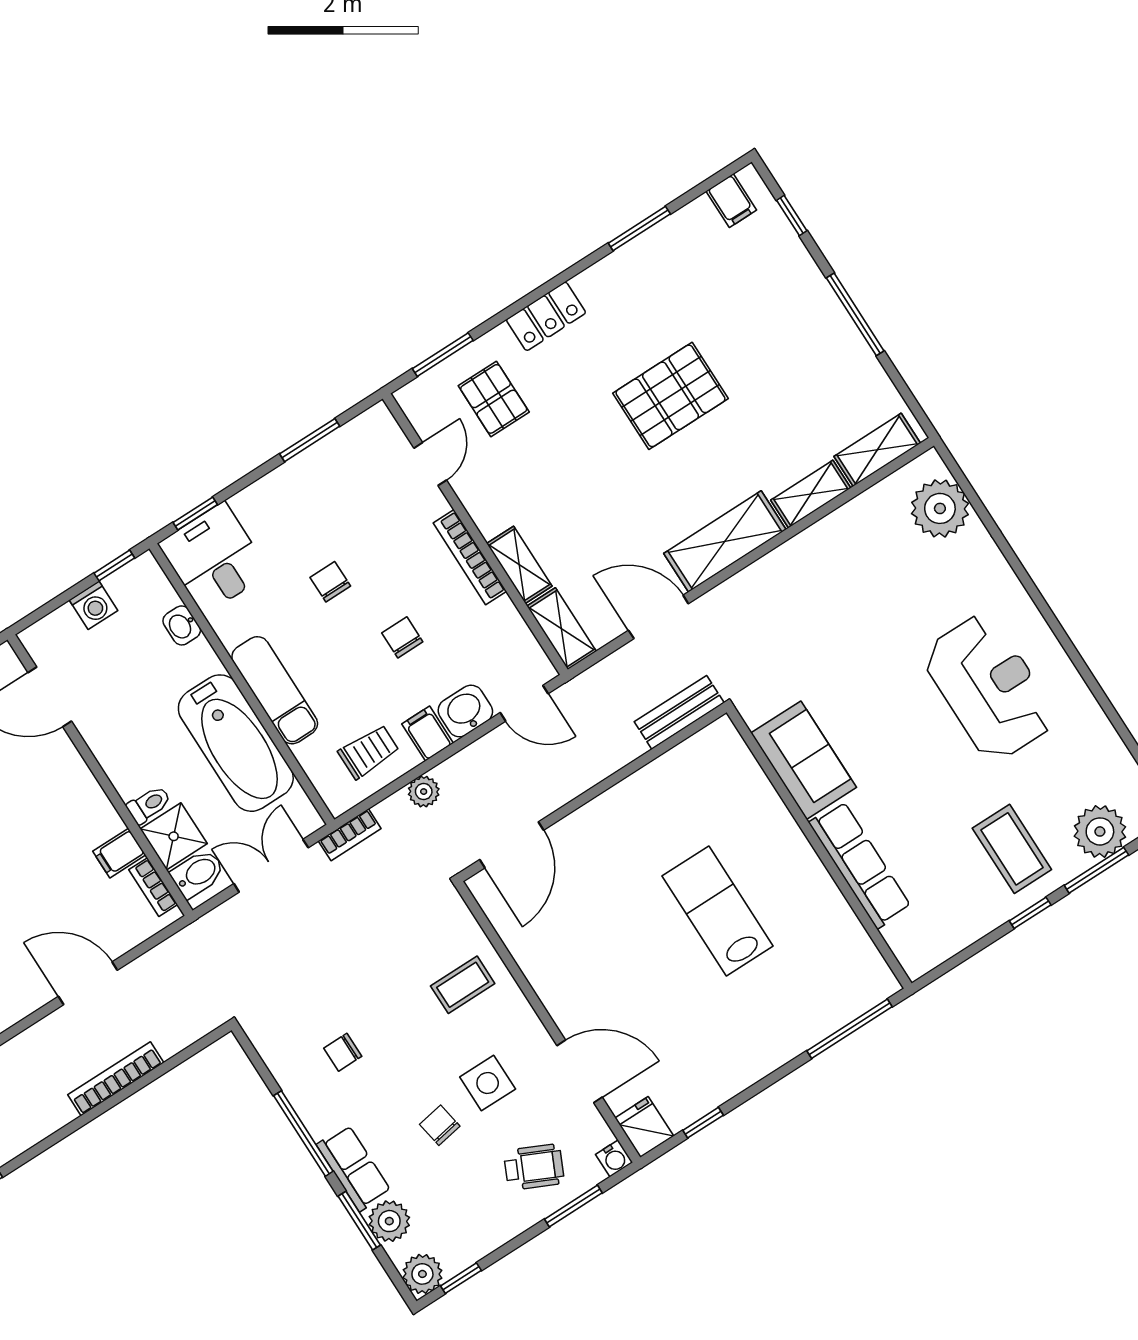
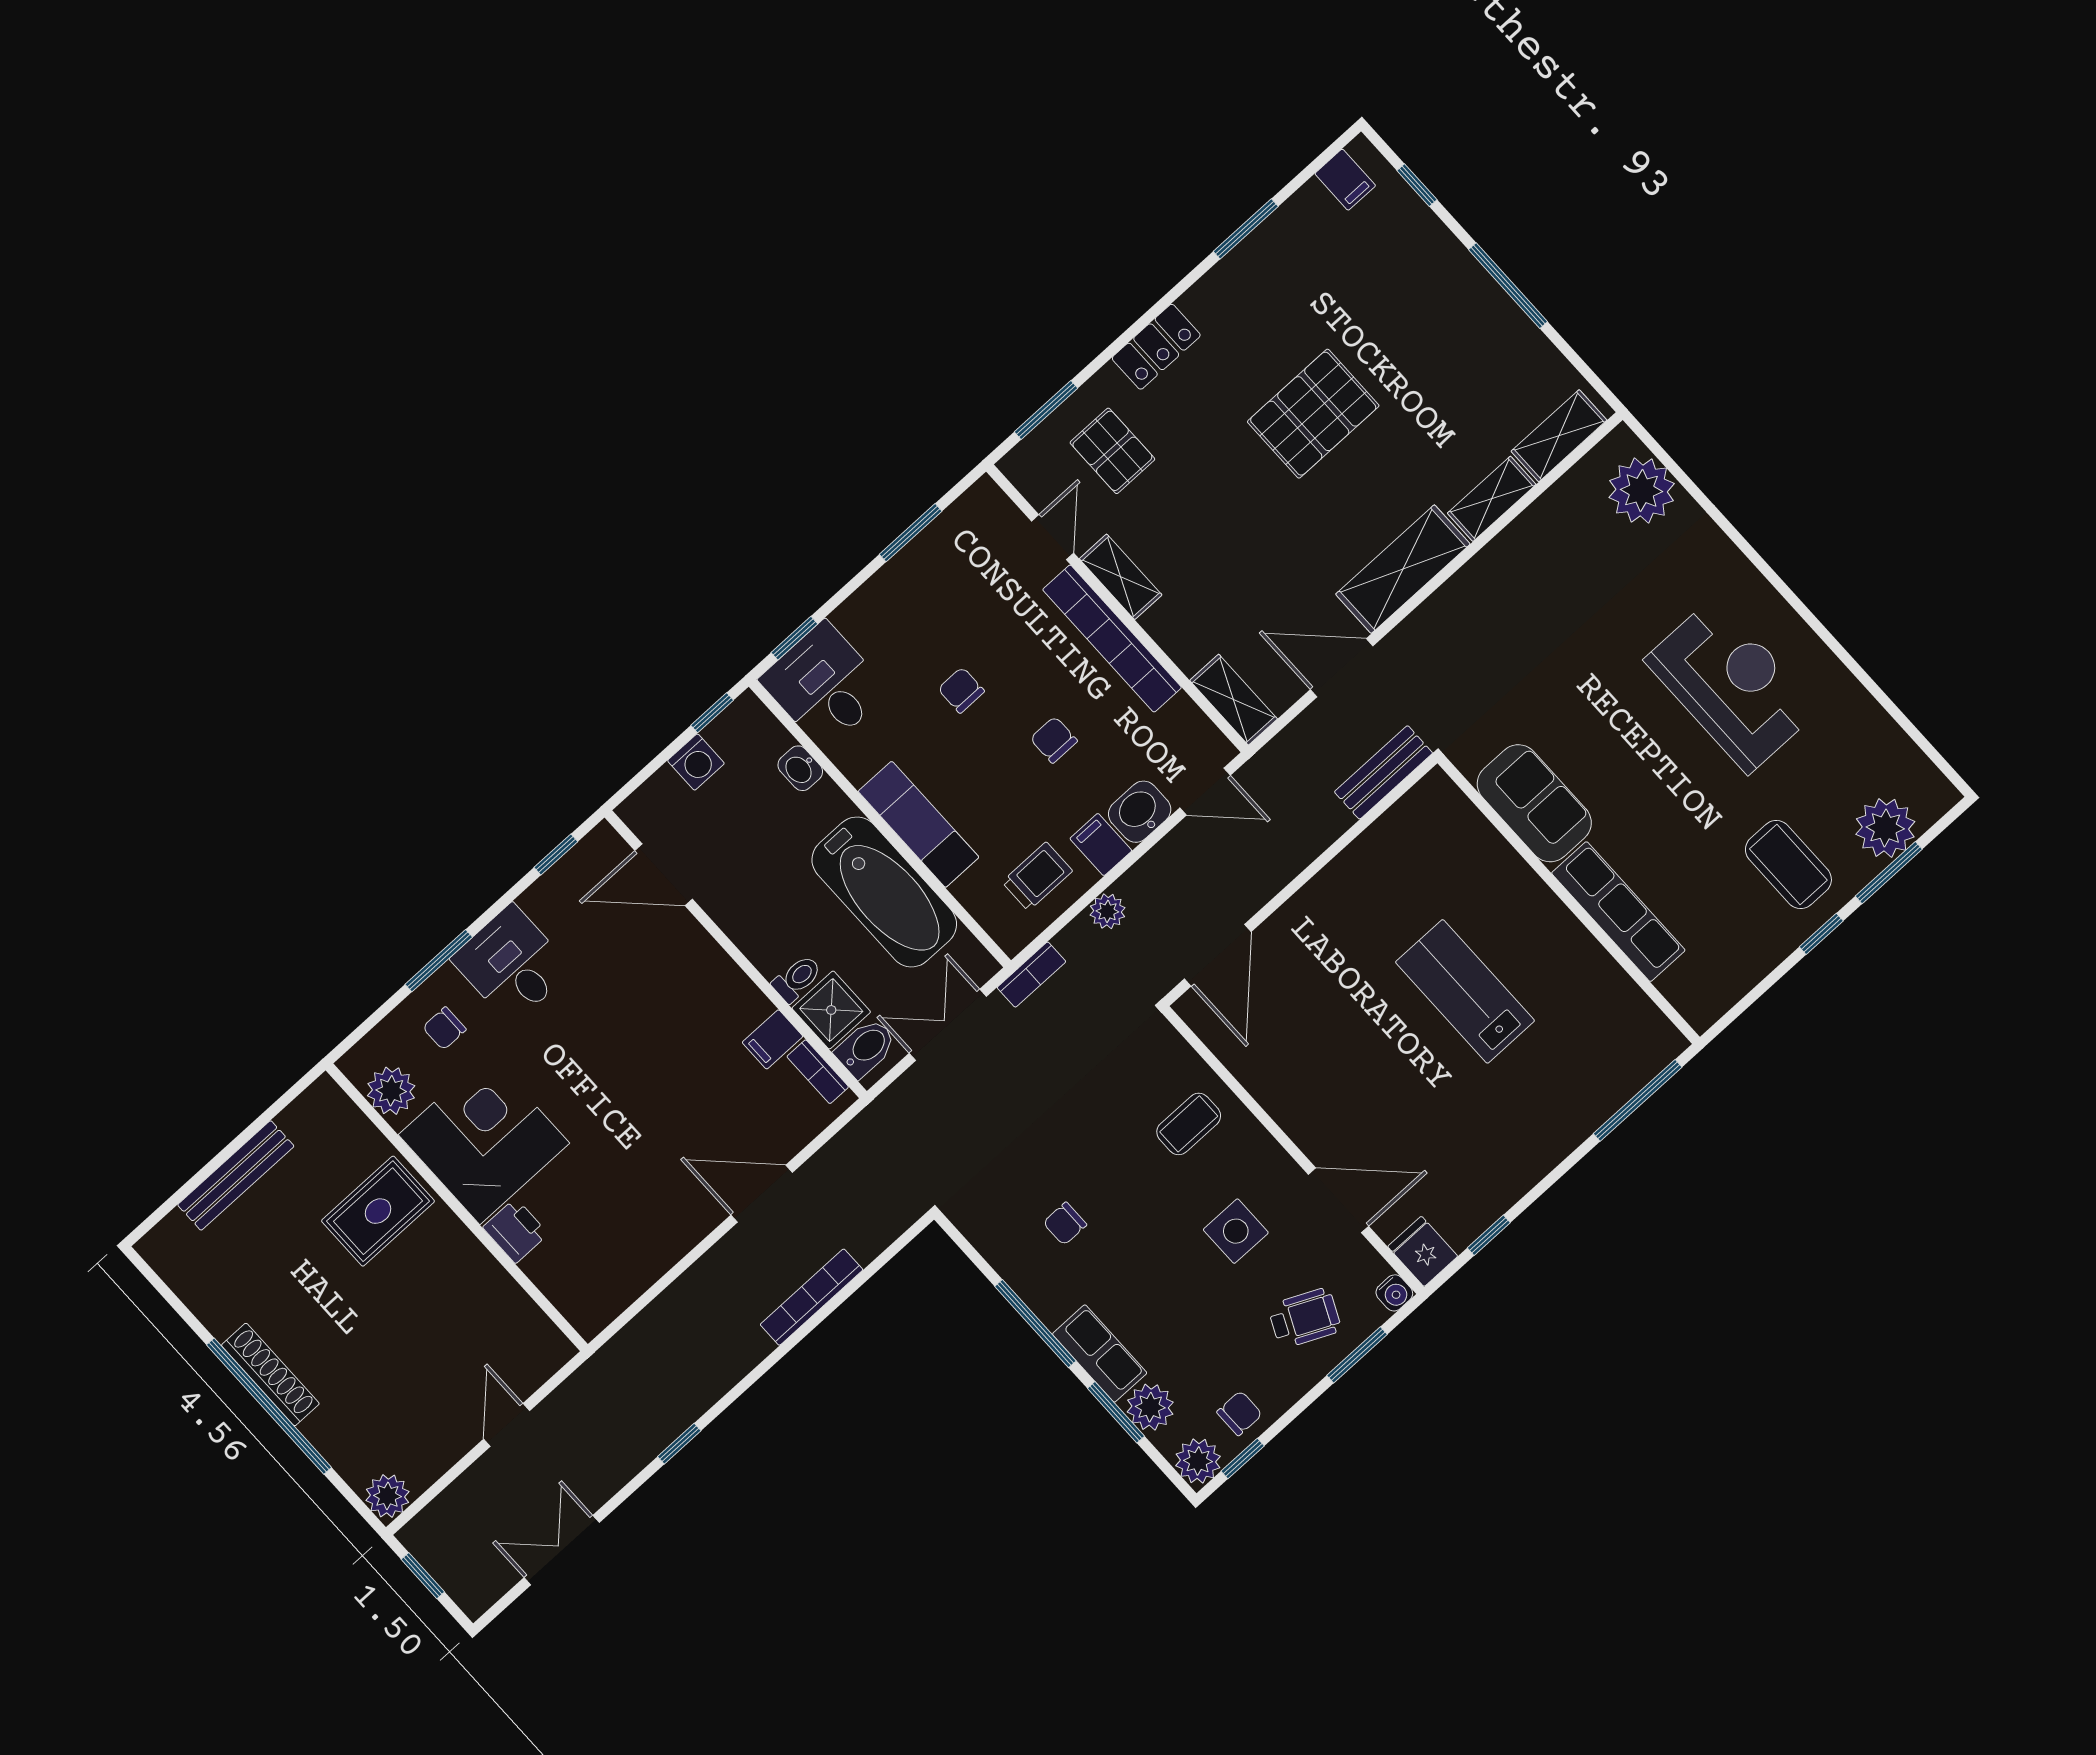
bookcase: (470, 557) -> (1112, 639), width x1.48, depth x1.31
shelving: (519, 565) -> (1121, 577), moved
chair: (440, 1125) -> (1239, 1413), moved, turned 100

